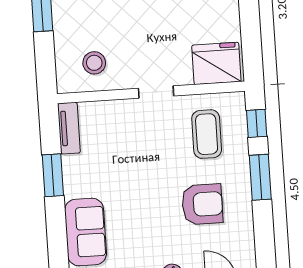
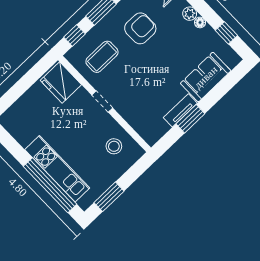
tv unit: (69, 128) -> (180, 110), moved
armchair: (202, 204) -> (140, 28), turned 90

